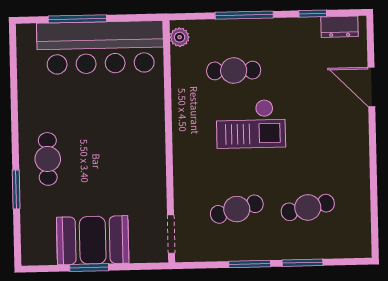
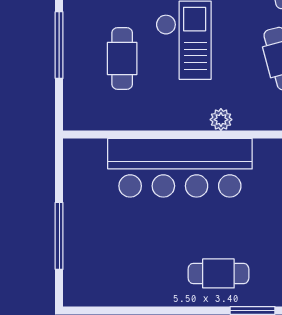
plant: (180, 37) -> (221, 120), moved
bar counter: (100, 47) -> (180, 168), moved, turned 90

